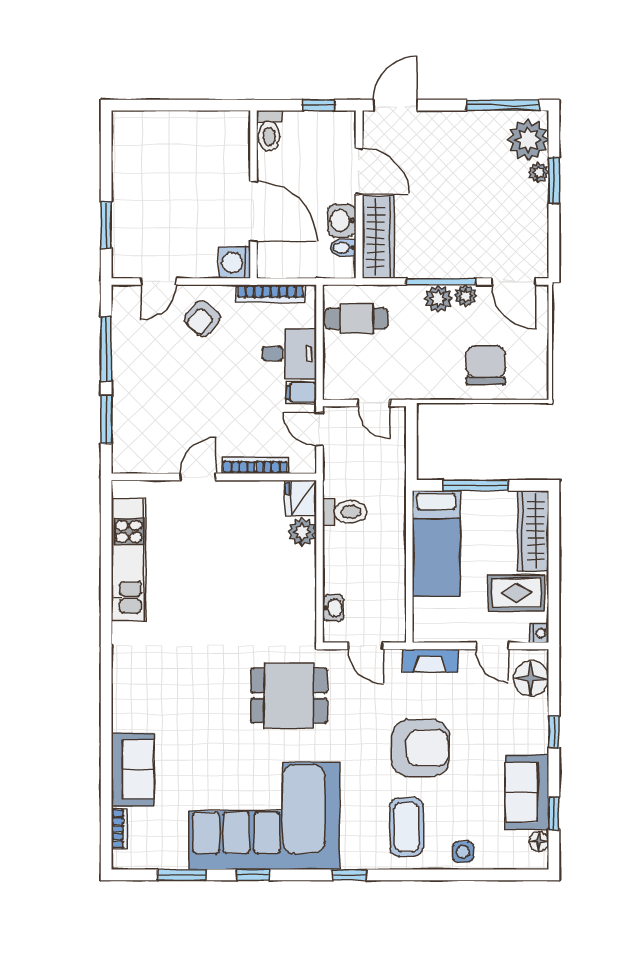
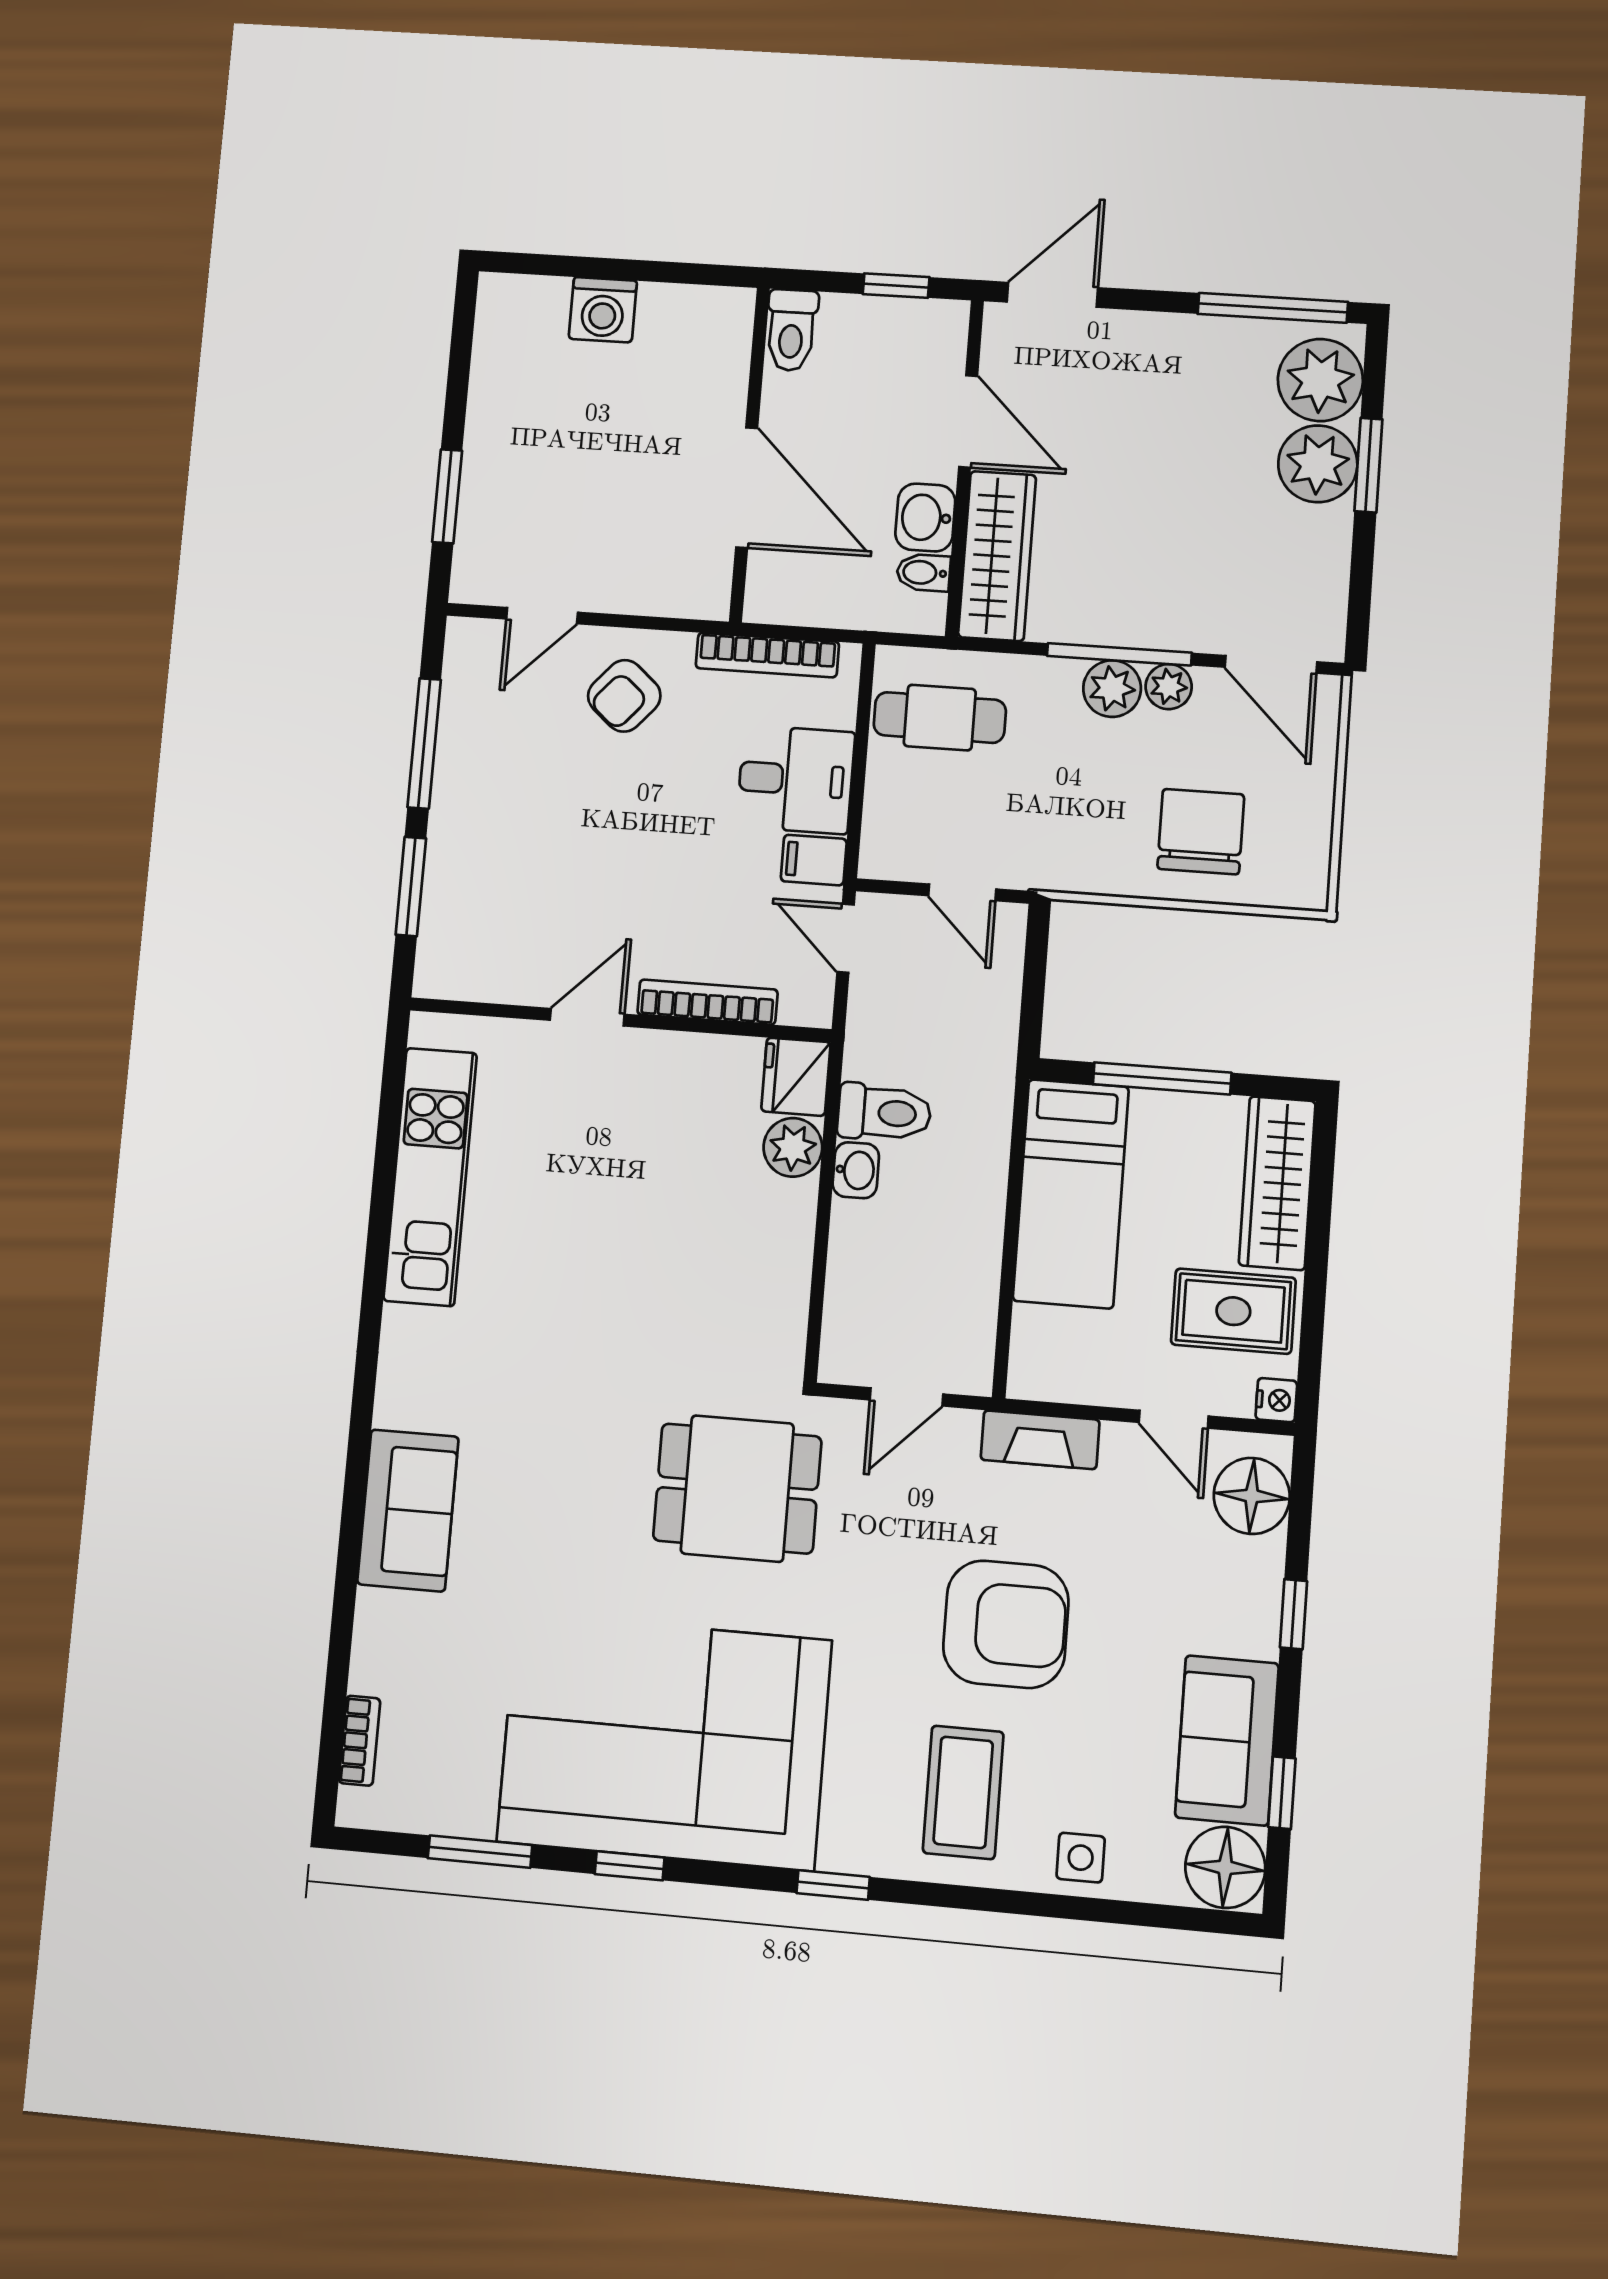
plant: (538, 173) -> (1318, 464), width x1.88, depth x1.88
washing machine: (235, 263) -> (603, 310), moved, turned -90
washbasin: (333, 608) -> (856, 1170), moved
door: (366, 646) -> (906, 1397), hinge flipped
sofa: (133, 770) -> (408, 1510), moved
floor lamp: (539, 842) -> (1225, 1867), width x1.89, depth x1.89

